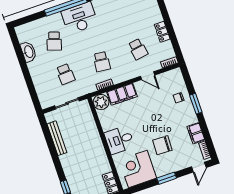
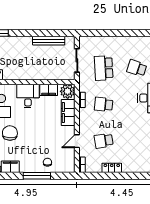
washbasin: (28, 52) -> (135, 42), removed
school desk: (66, 74) -> (104, 68), width x1.85
window: (196, 104) -> (37, 176), width x1.44
filing cabinet: (106, 121) -> (49, 90), added

